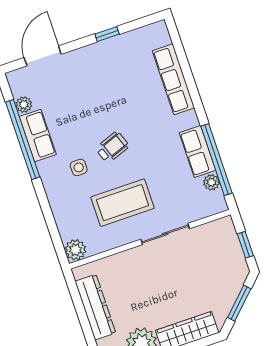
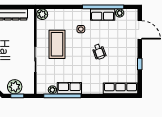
row of seats: (173, 79) -> (120, 88), moved
wheelchair: (112, 147) -> (99, 52), moved
plant: (230, 255) -> (15, 87), added

